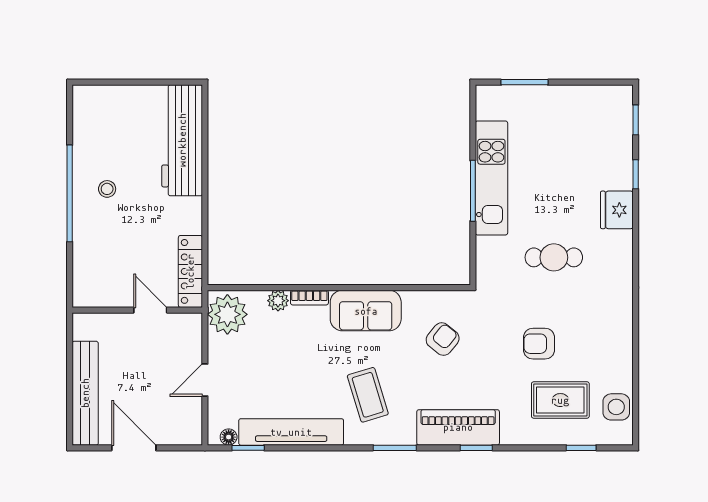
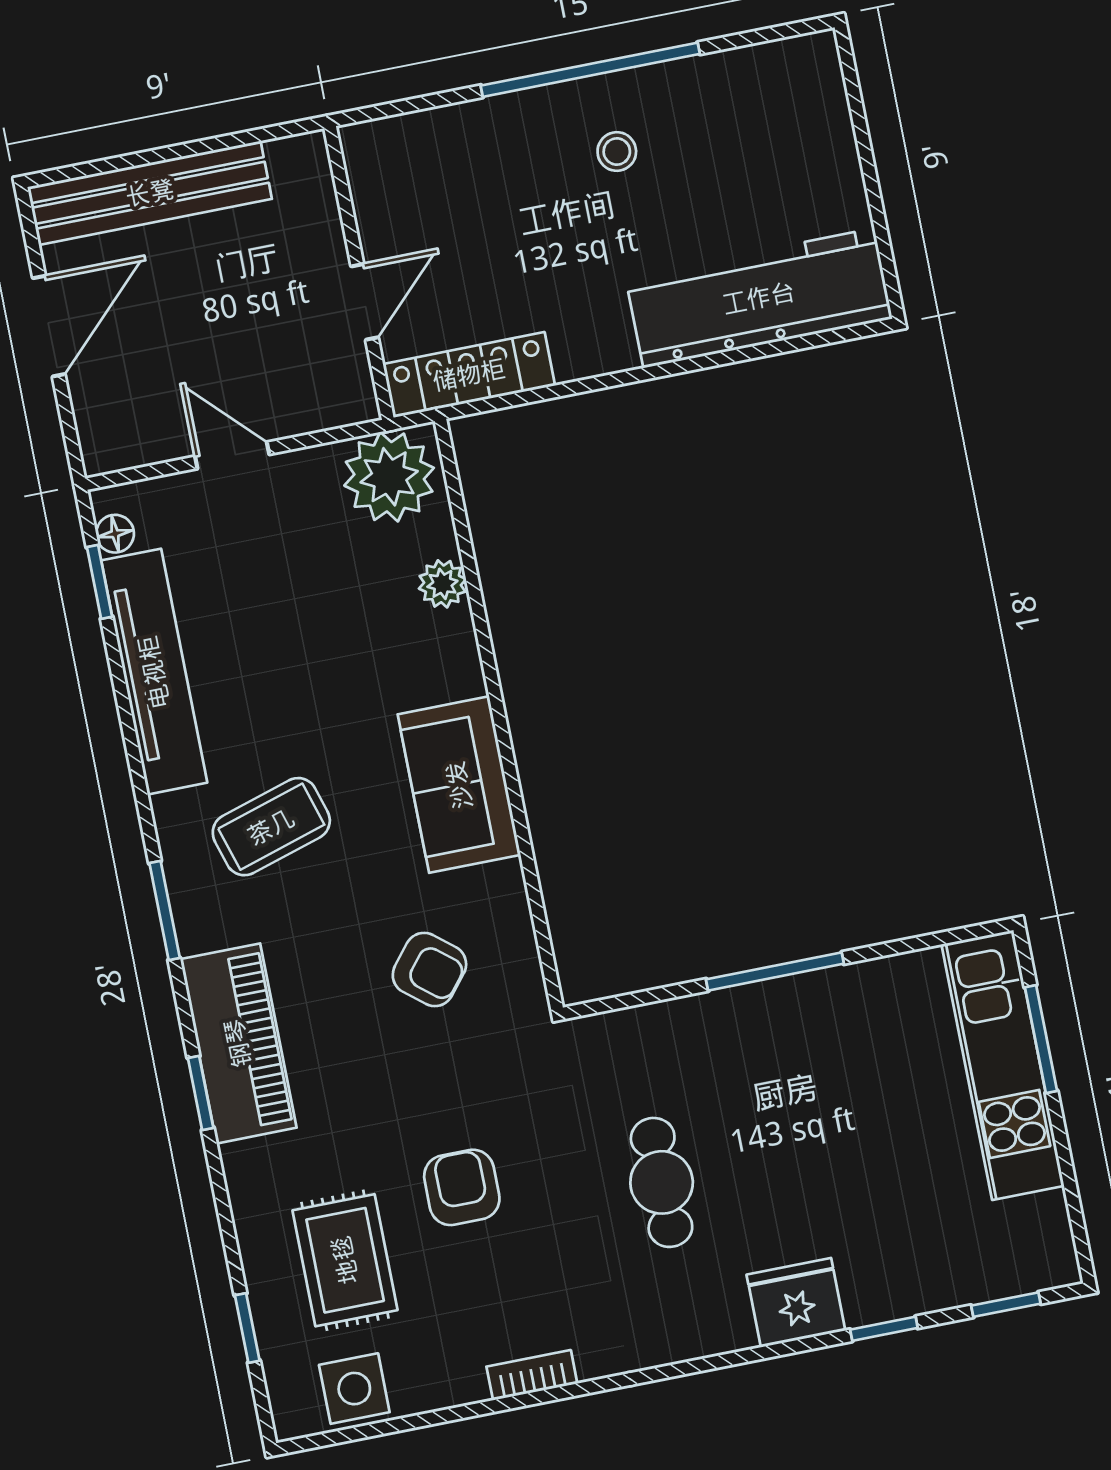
kitchen unit: (491, 178) -> (1003, 1065), moved, turned 90
bookcase: (309, 298) -> (532, 1375), moved, turned 90

